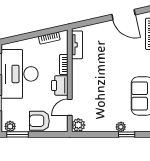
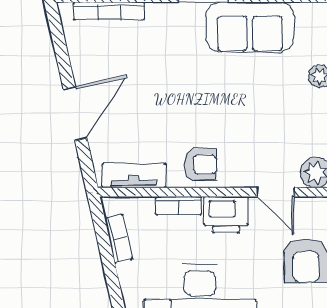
door: (123, 15) -> (75, 114), moved
armchair: (82, 74) -> (200, 164), added

